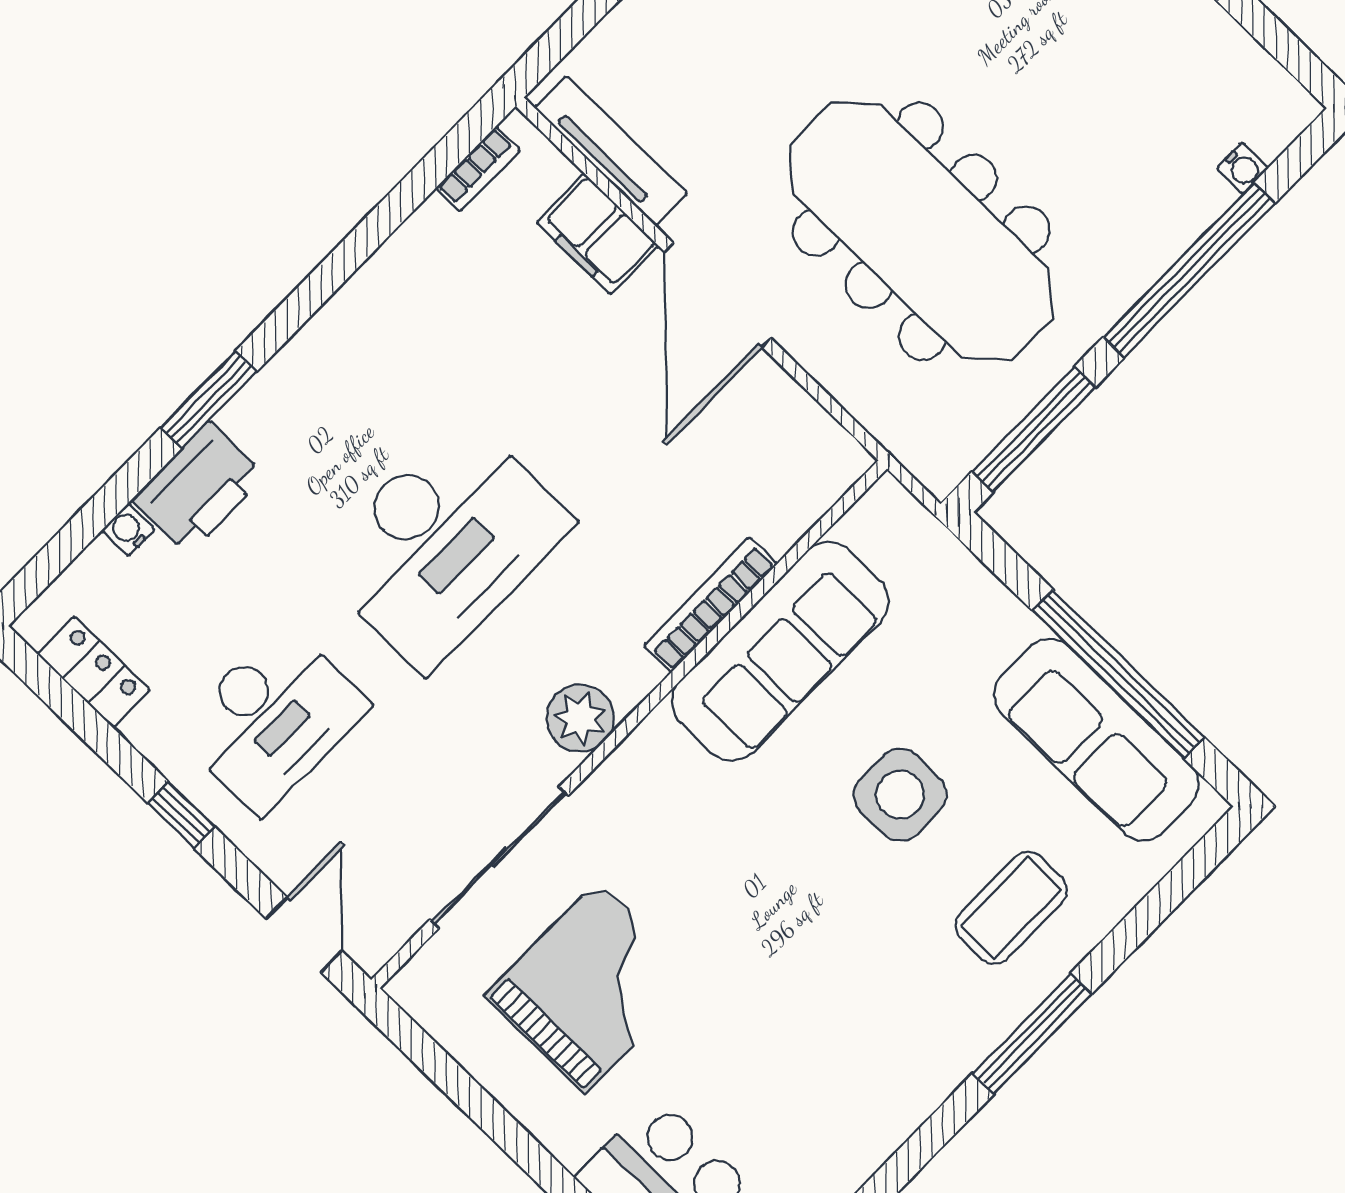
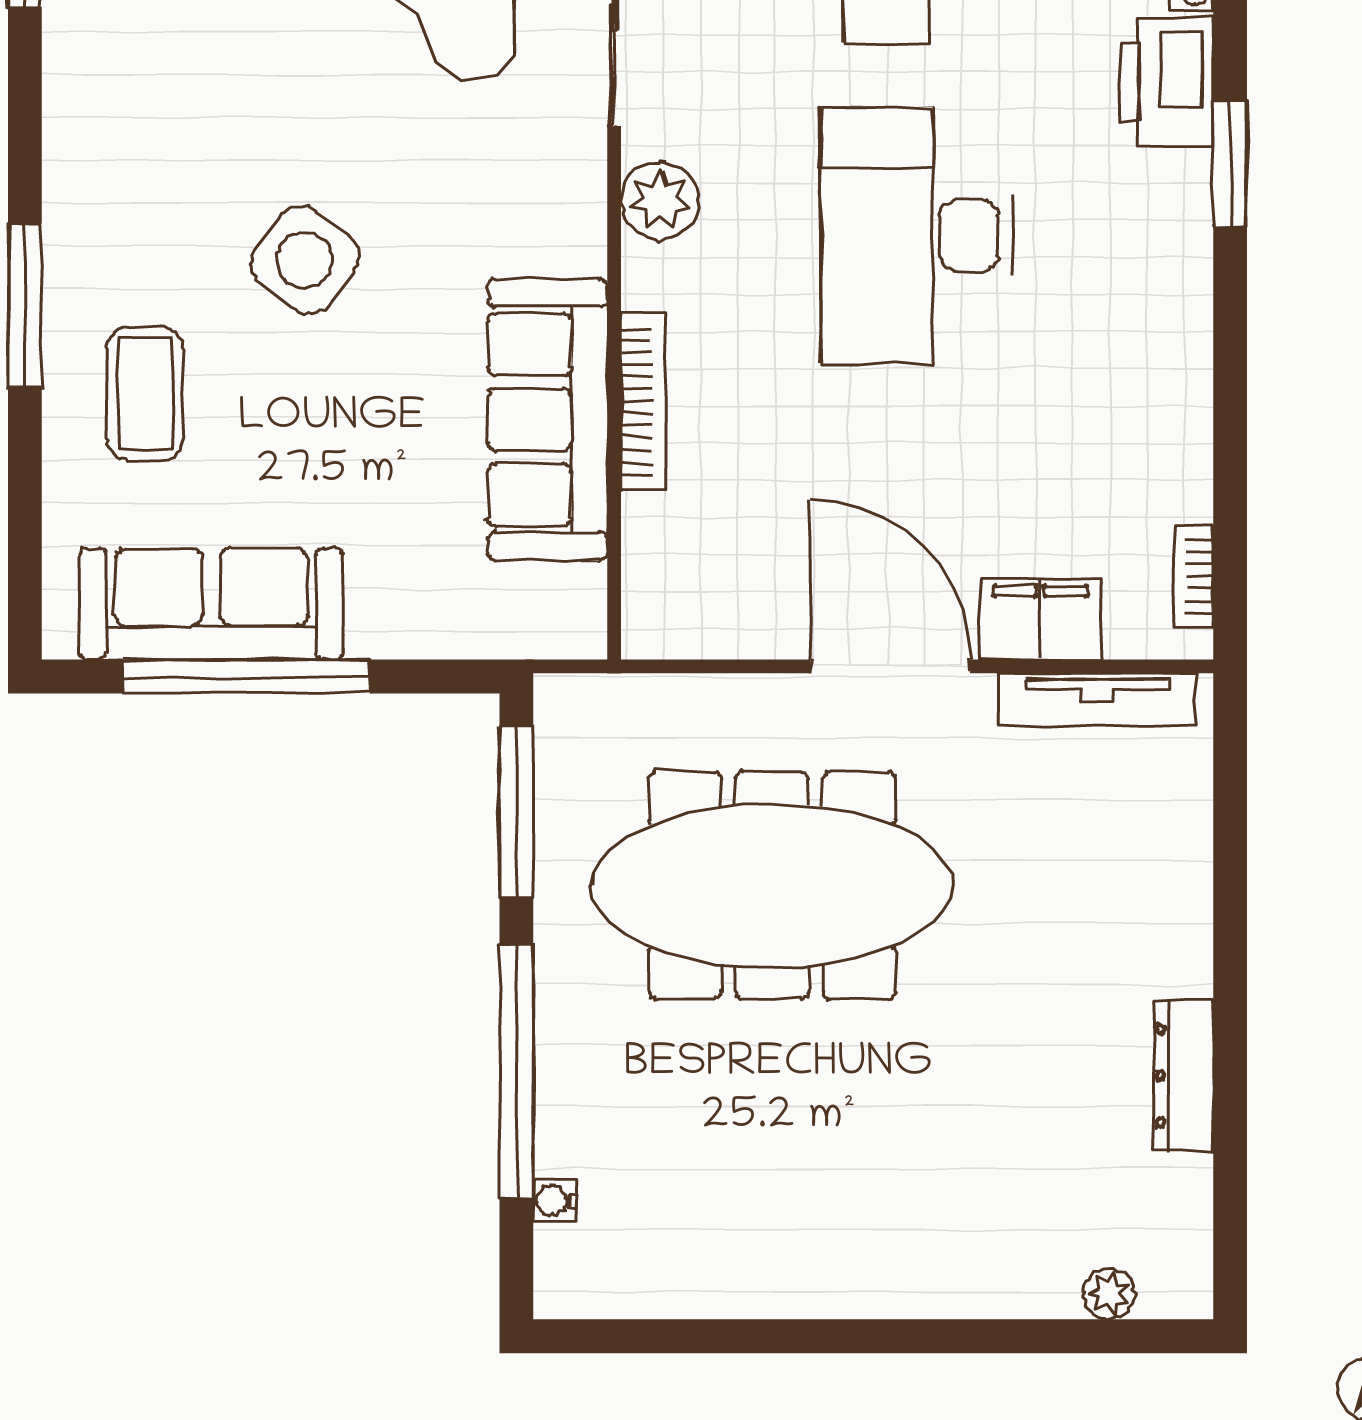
side table: (900, 795) -> (305, 260), moved, turned 37

